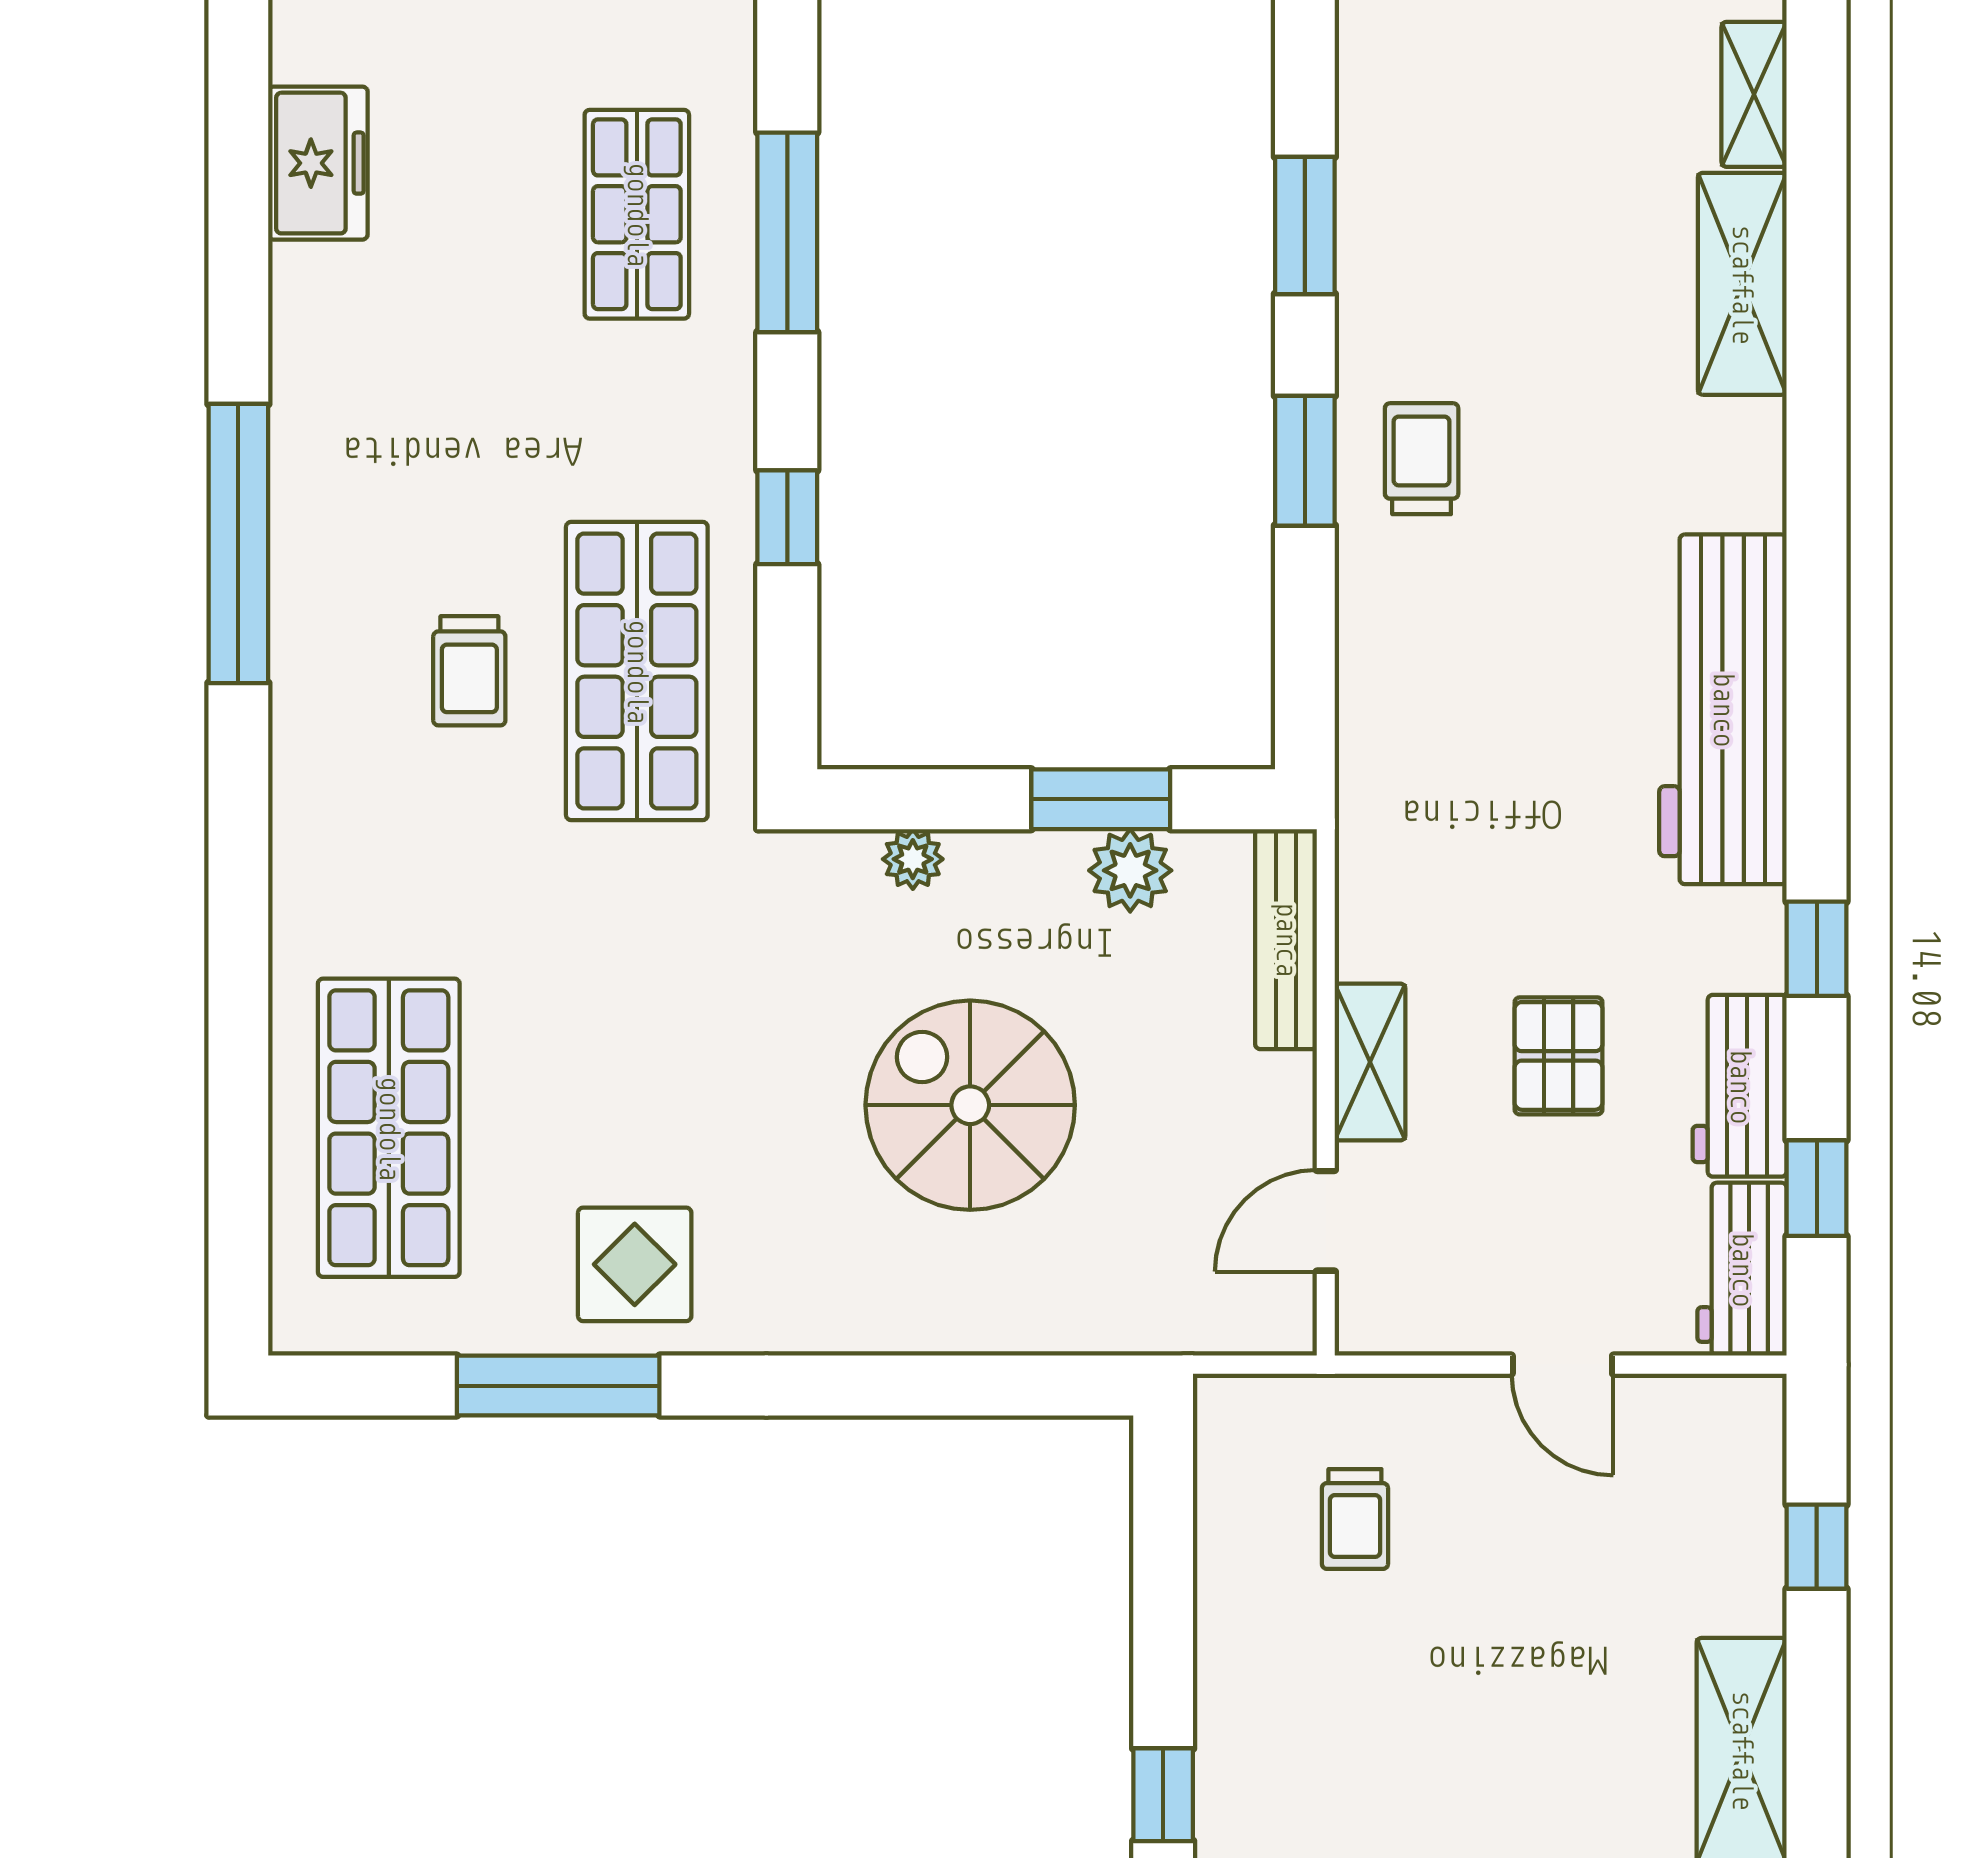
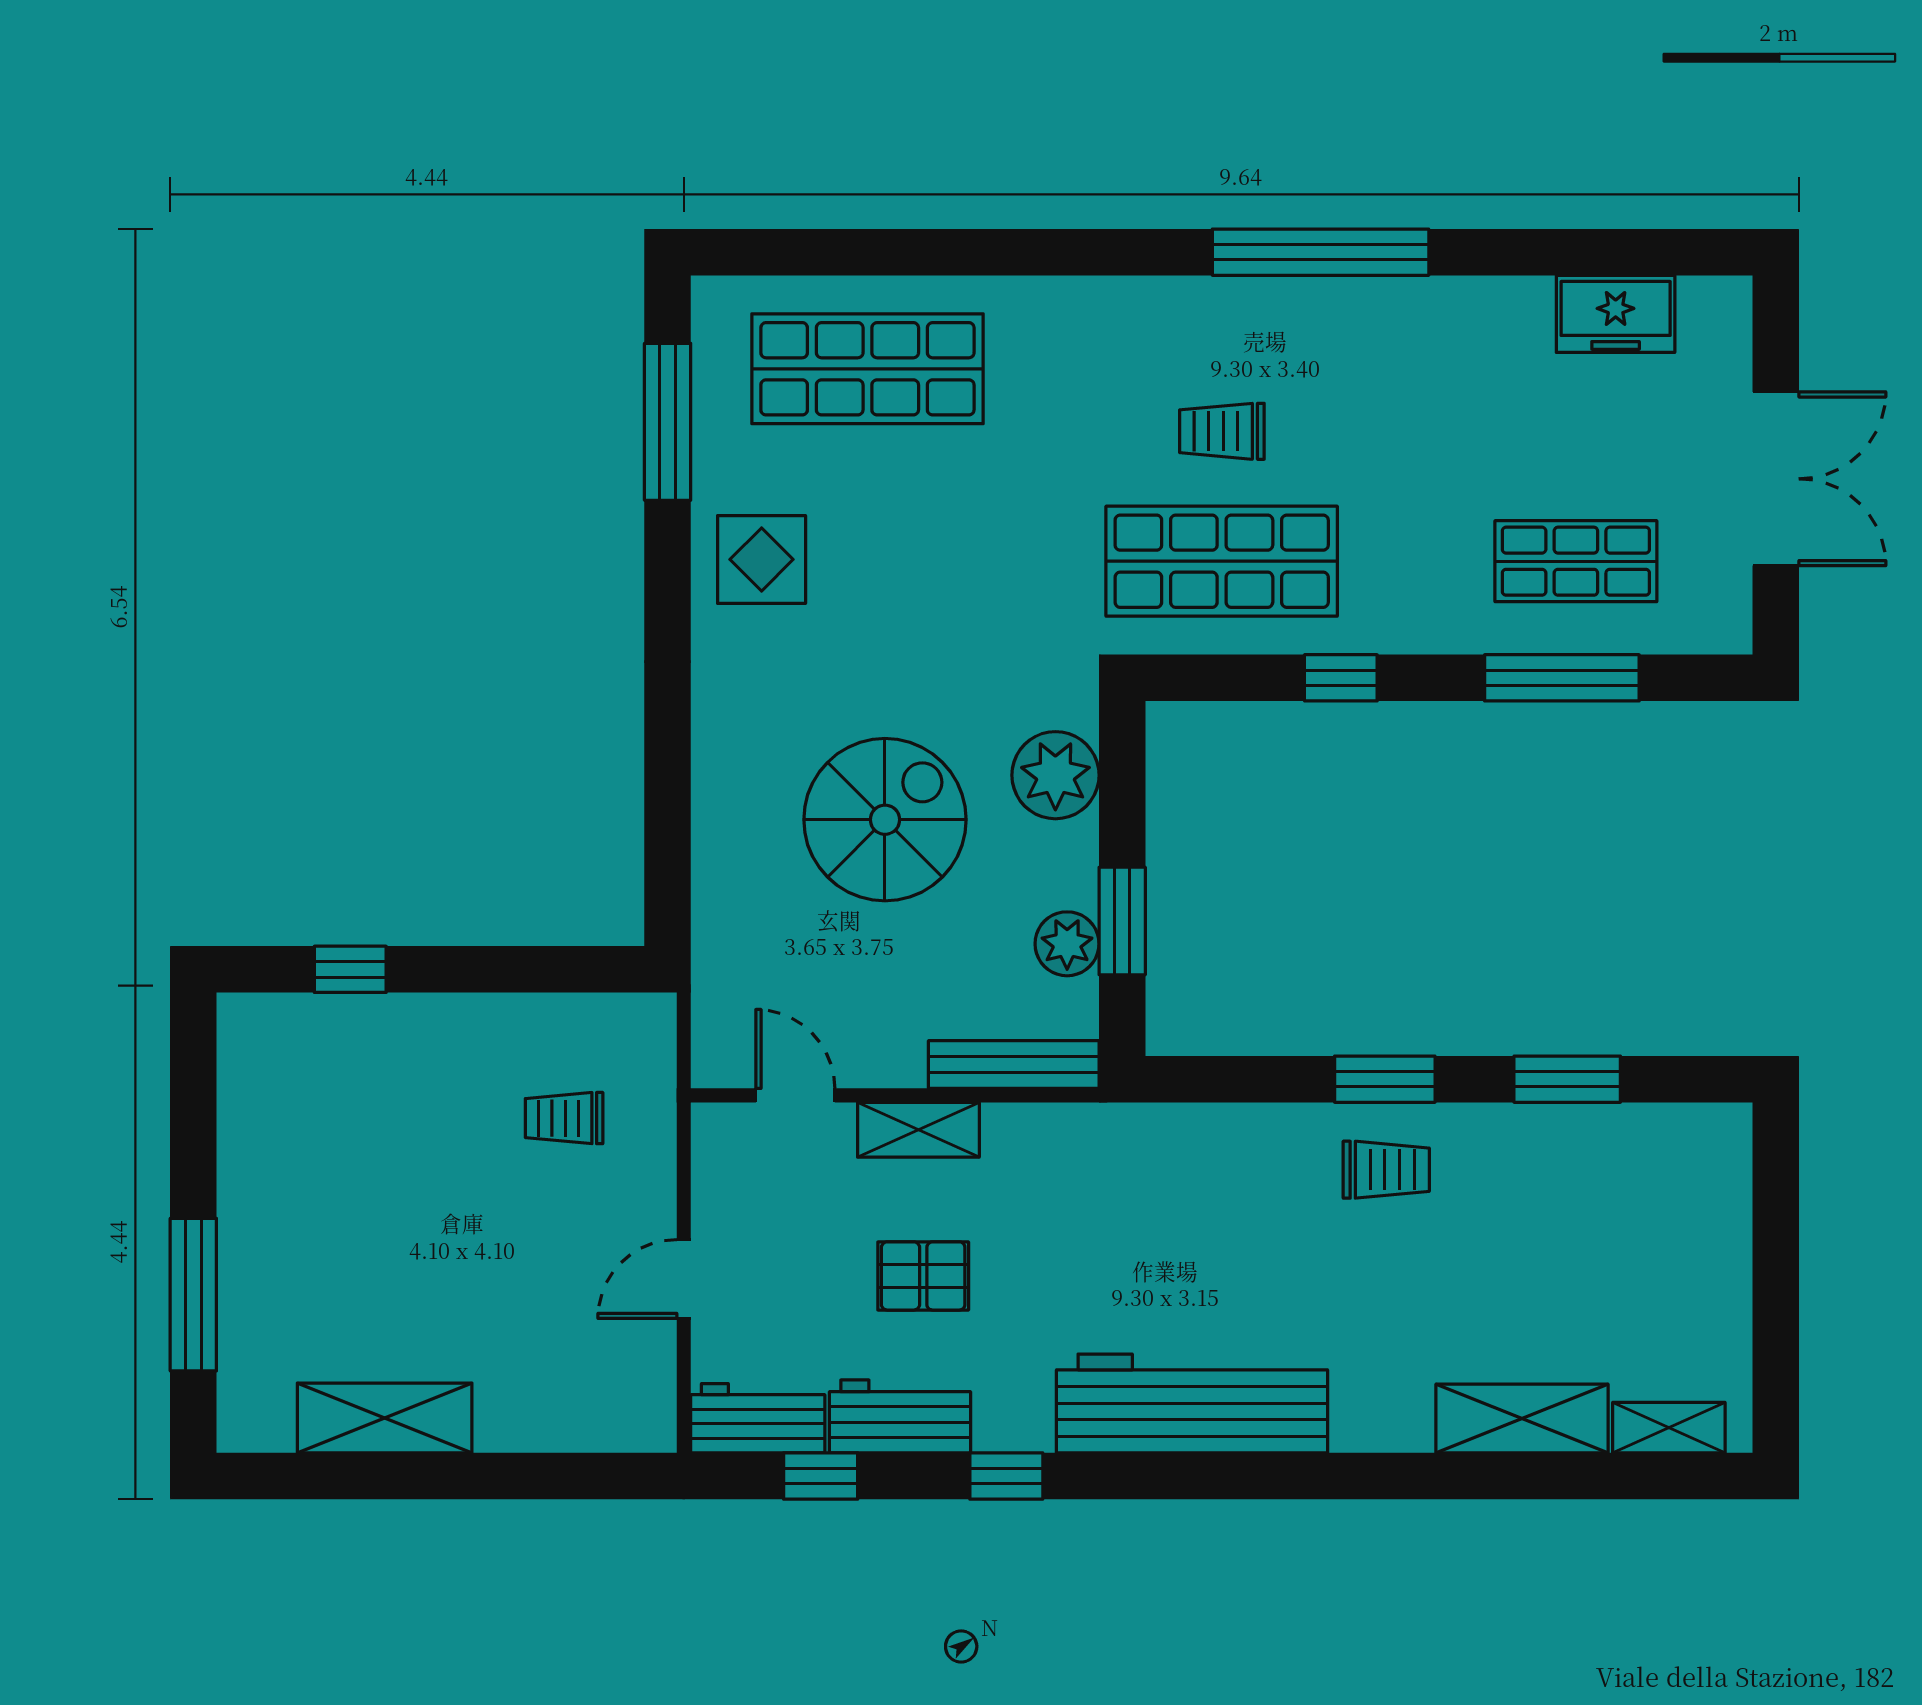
plant: (913, 859) -> (1055, 775), width x1.87, depth x1.87
window: (558, 1386) -> (668, 422), moved
window: (1817, 1547) -> (543, 1476), removed

